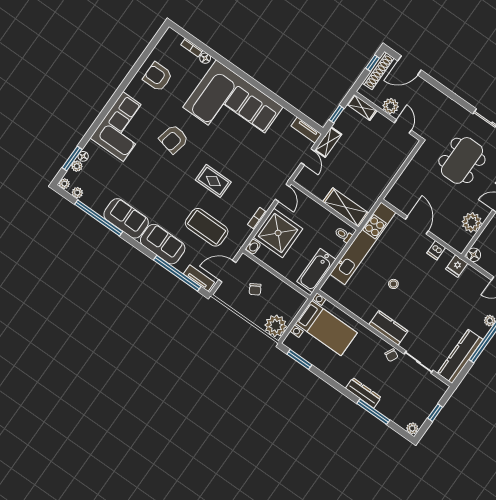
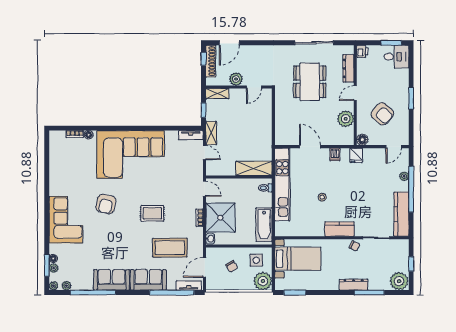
armchair: (158, 77) -> (66, 170), removed
door: (403, 127) -> (254, 87), swing flipped
side table: (284, 300) -> (256, 260), added
plant: (412, 428) -> (399, 281), width x1.88, depth x1.88

